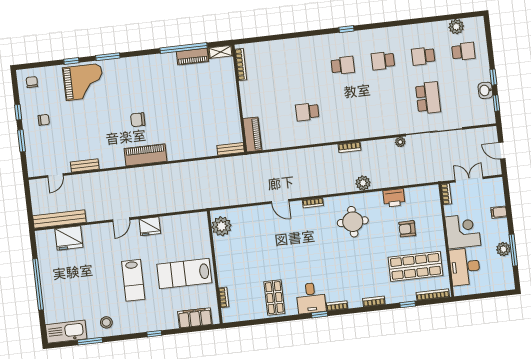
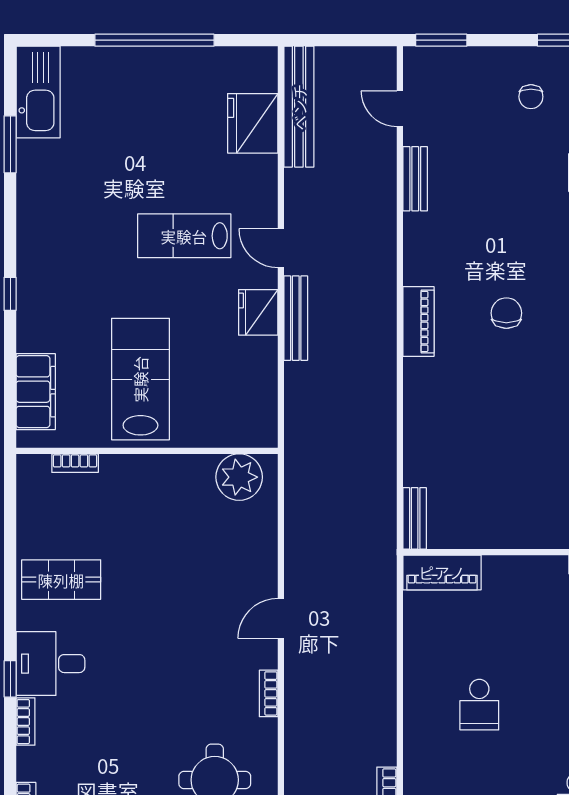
school desk: (307, 112) -> (479, 705), turned 180
window: (21, 141) -> (441, 40), moved
piano: (146, 155) -> (419, 321), width x0.73, depth x0.75
bench: (150, 210) -> (296, 318), added
lab bench: (133, 280) -> (184, 236), moved
stool: (106, 322) -> (49, 187), removed

